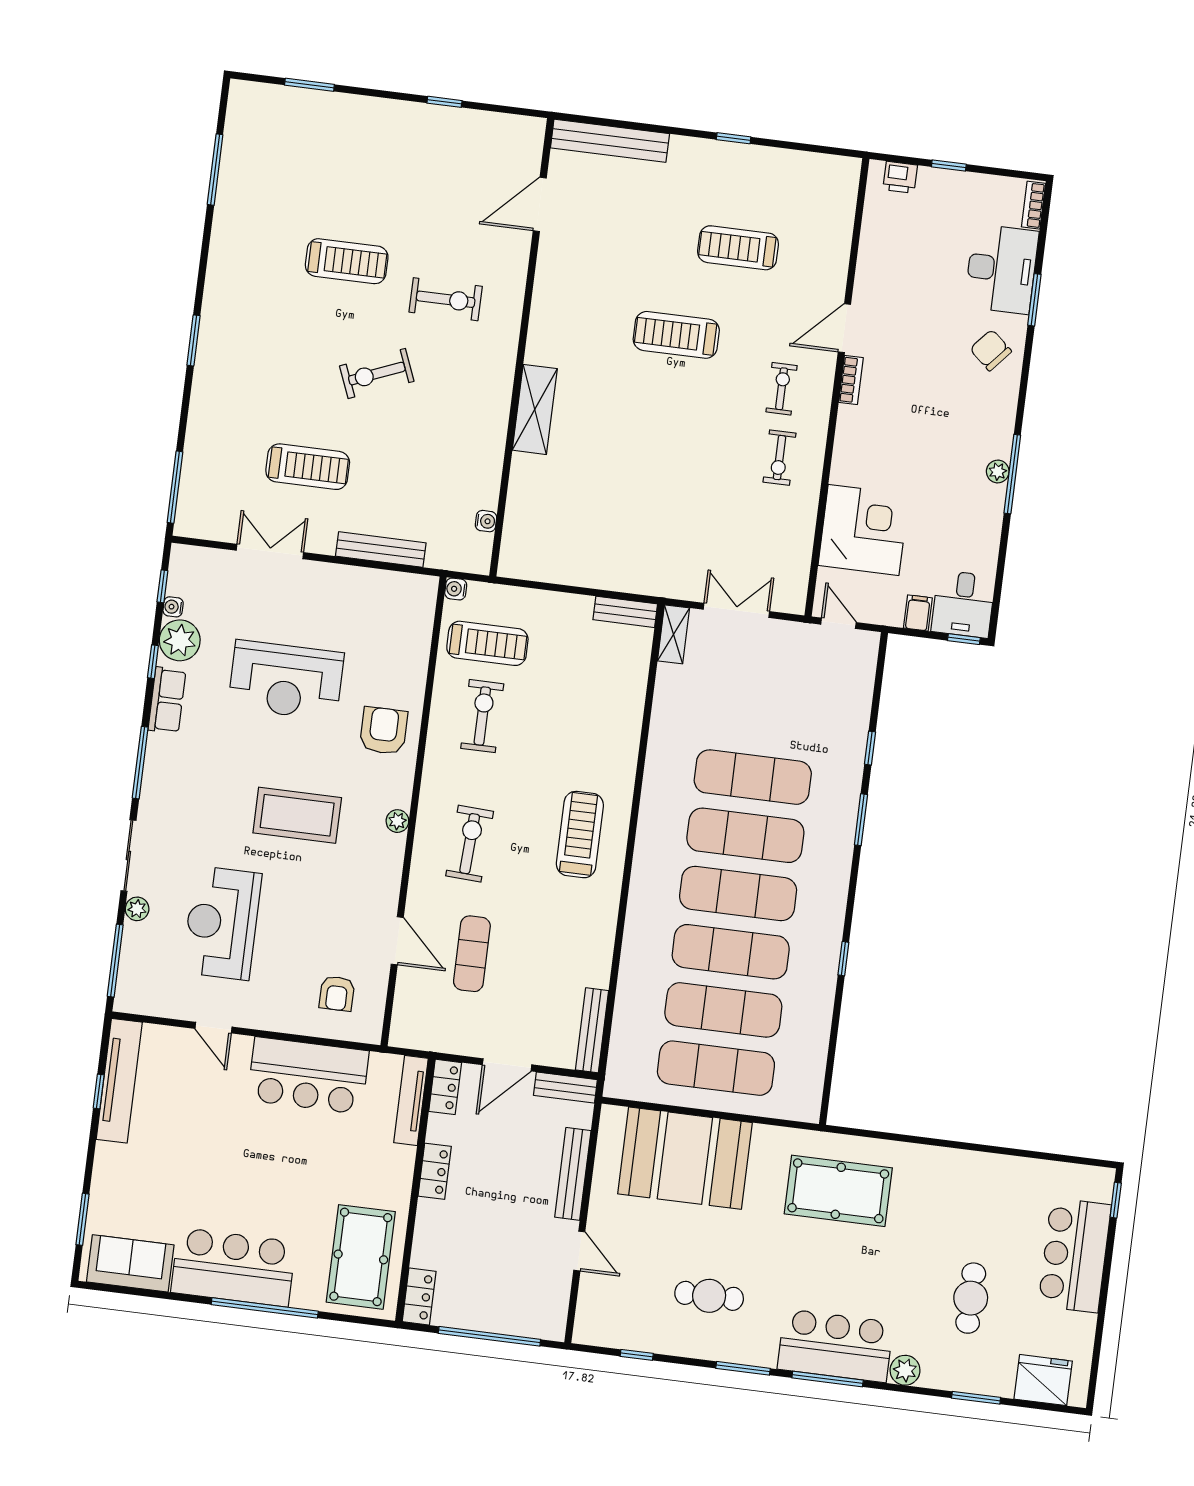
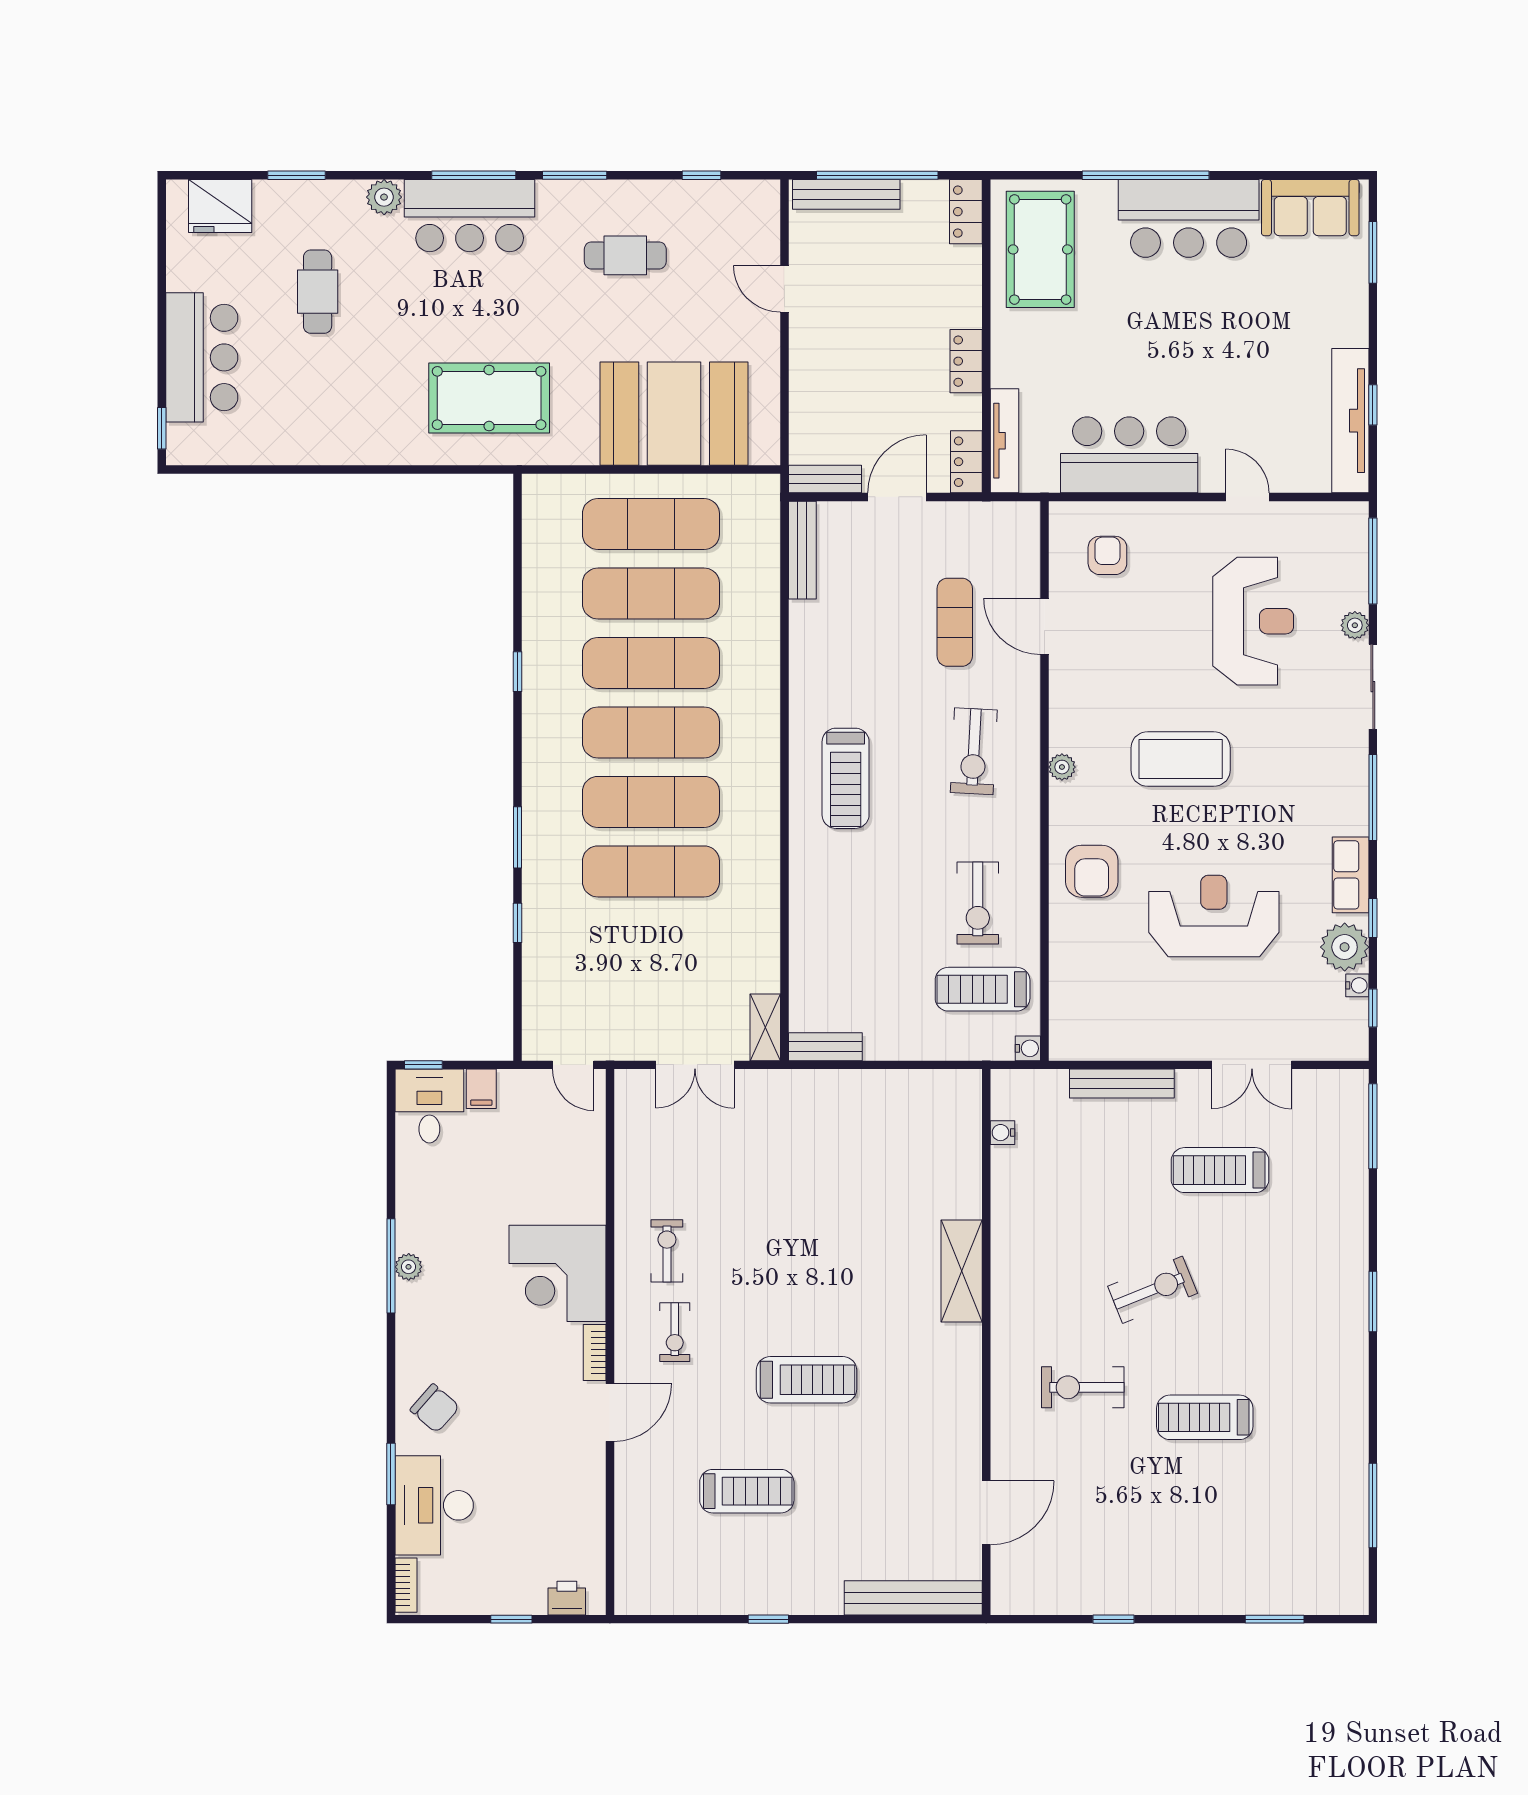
corner desk: (864, 530) -> (557, 1273), moved
bench: (573, 1174) -> (846, 194), moved, turned 90

